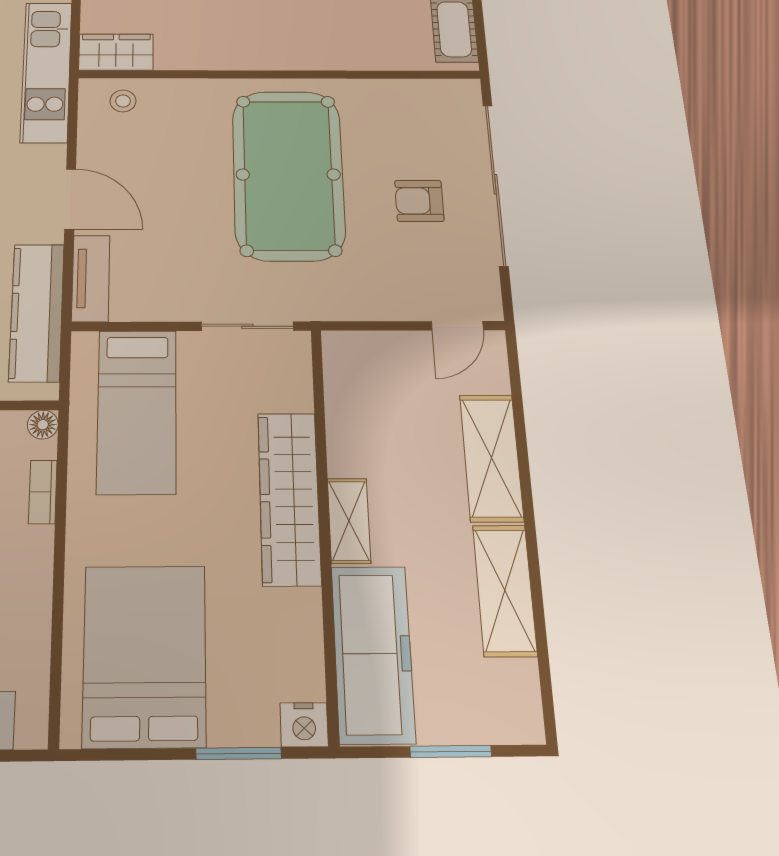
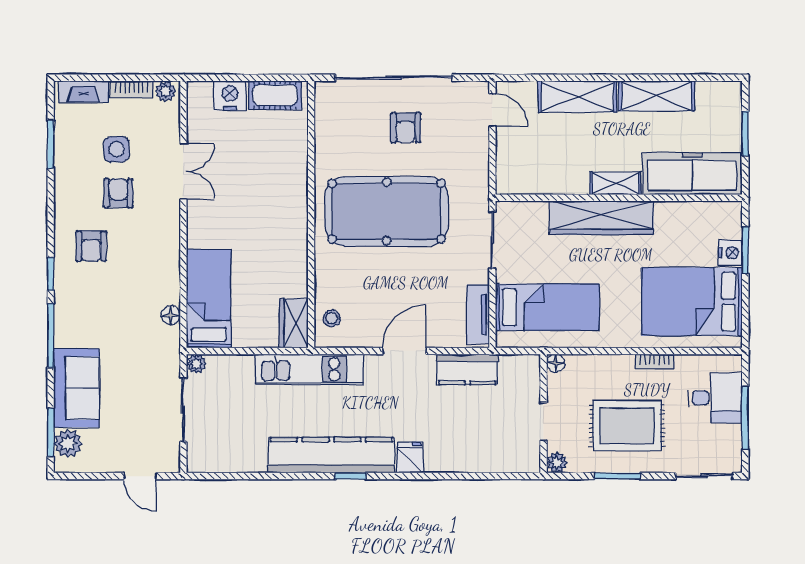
tv unit: (91, 278) -> (478, 314), moved, turned -90
kitchen counter: (37, 312) -> (467, 369), width x0.67
bookcase: (43, 492) -> (655, 362), moved
nightstand: (304, 725) -> (730, 253), moved

